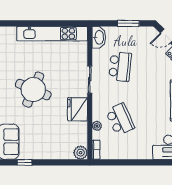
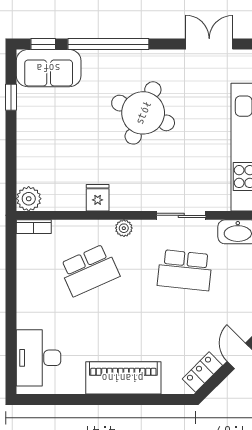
sliding door: (90, 79) -> (181, 215), moved
fridge: (78, 109) -> (98, 198), width x0.53, depth x0.75
plant: (97, 126) -> (124, 228), moved

